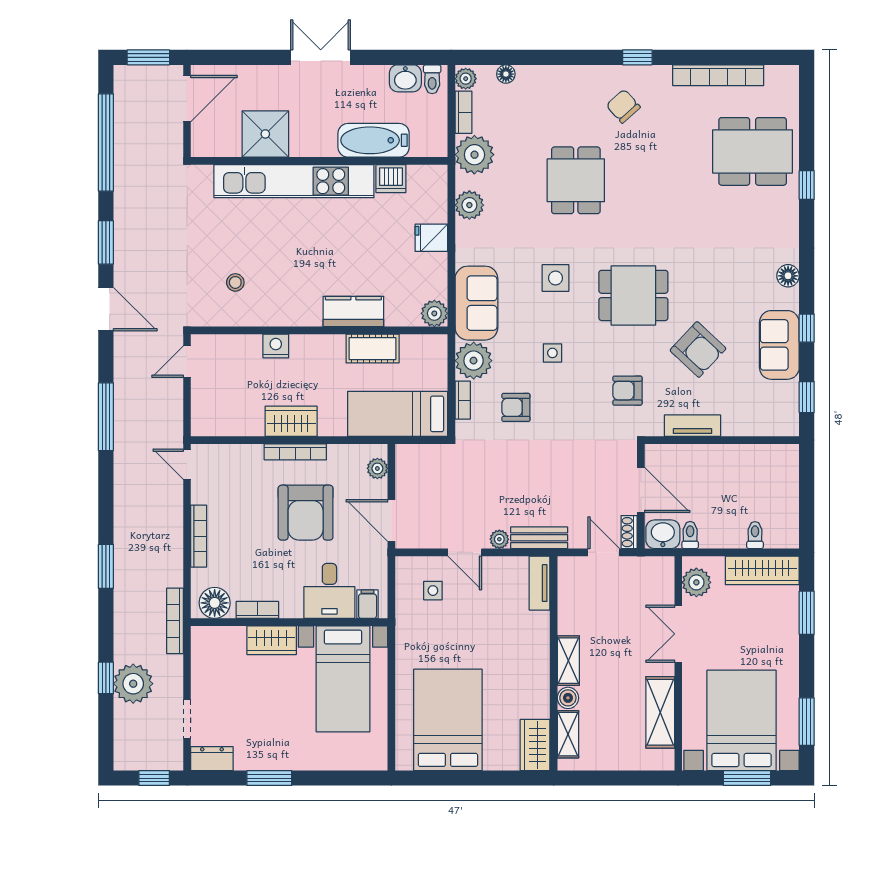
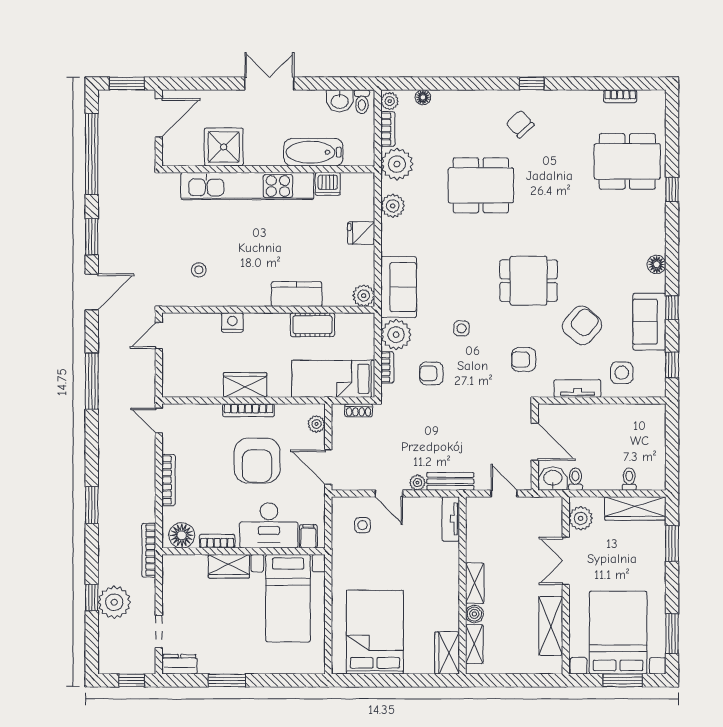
bookcase: (718, 75) -> (620, 96), width x0.43, depth x0.76
dining table: (576, 180) -> (481, 185), width x1.38
side table: (556, 278) -> (622, 373), moved
door: (106, 309) -> (92, 292), hinge flipped
armchair: (698, 349) -> (582, 325), turned -92
shoe rack: (629, 532) -> (359, 410), moved, turned -90
desk: (329, 591) -> (269, 525), width x1.37

